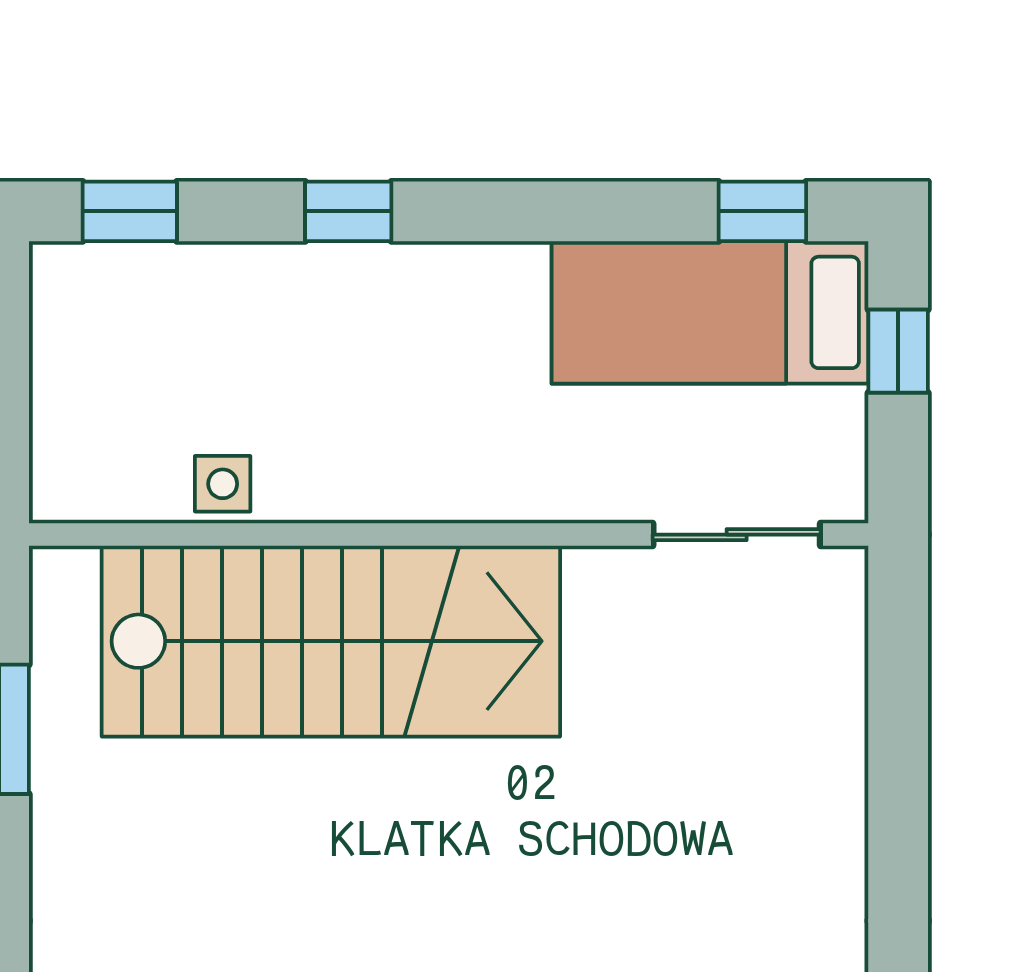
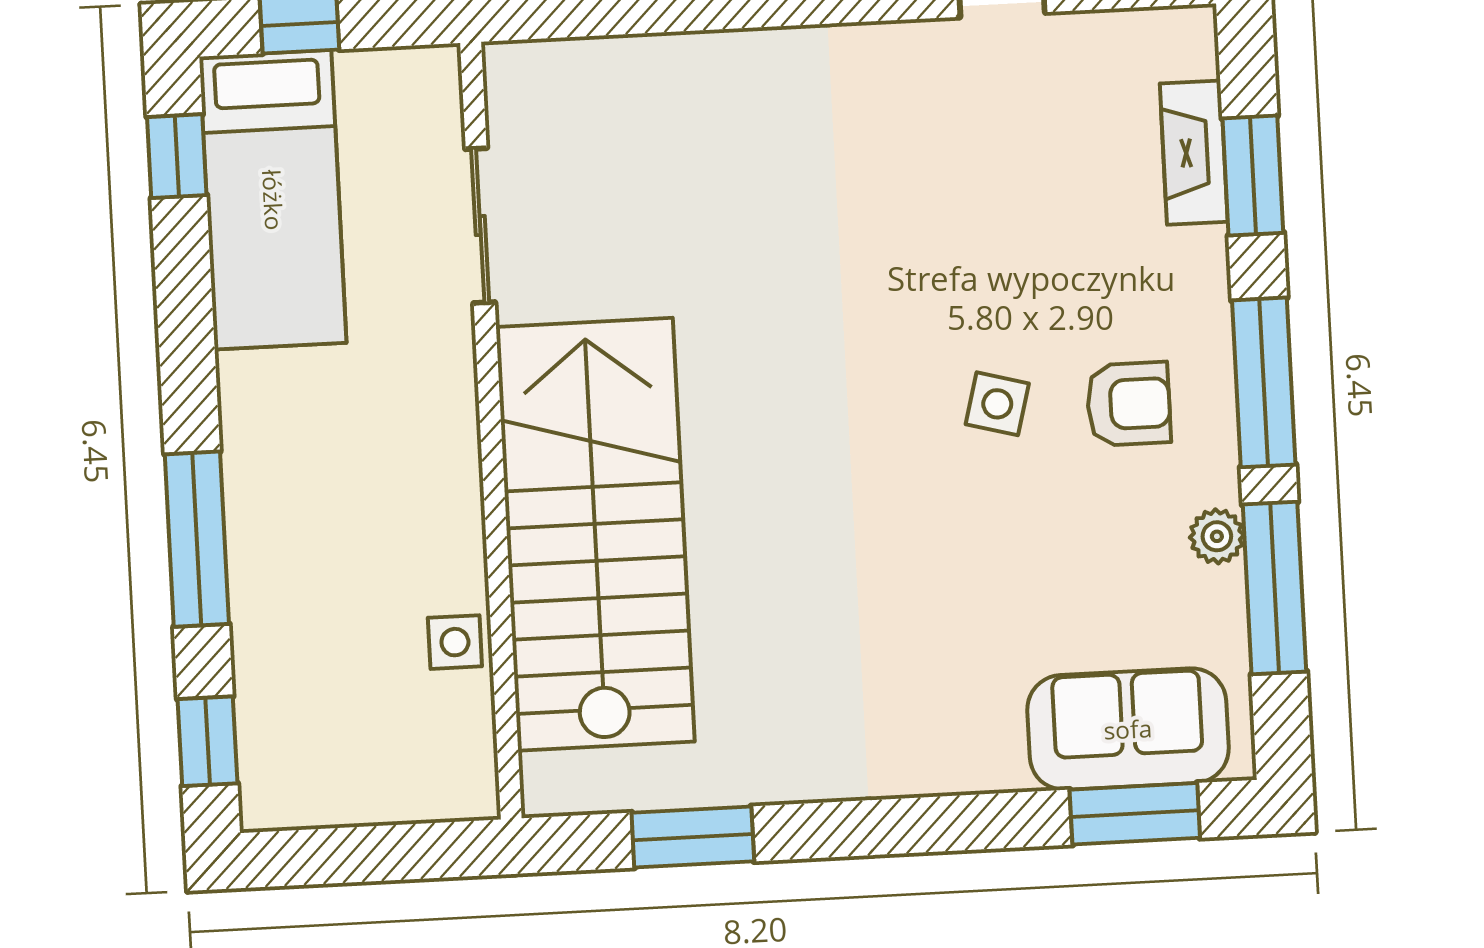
window: (348, 211) -> (197, 539), width x2.17
sliding door: (737, 535) -> (480, 226), moved

